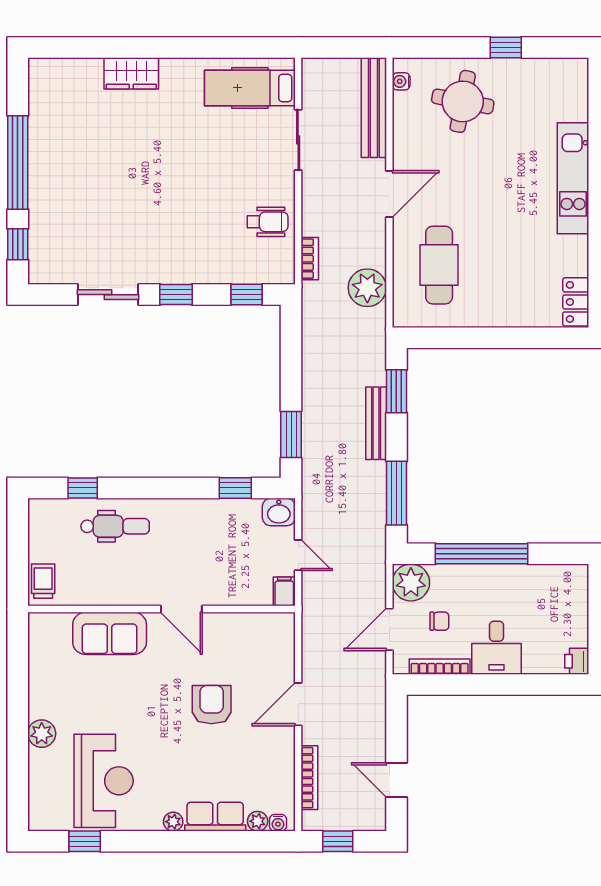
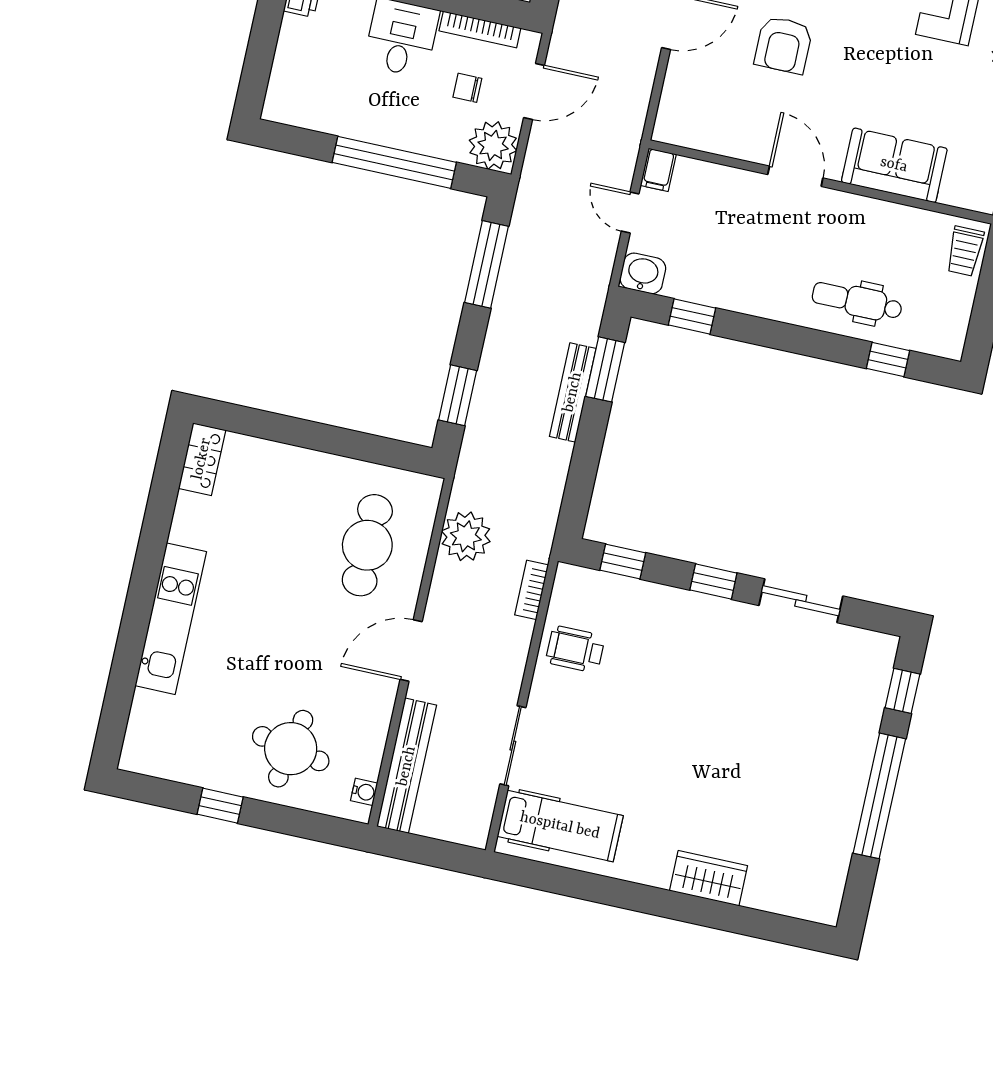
bench: (376, 423) -> (573, 392), moved

